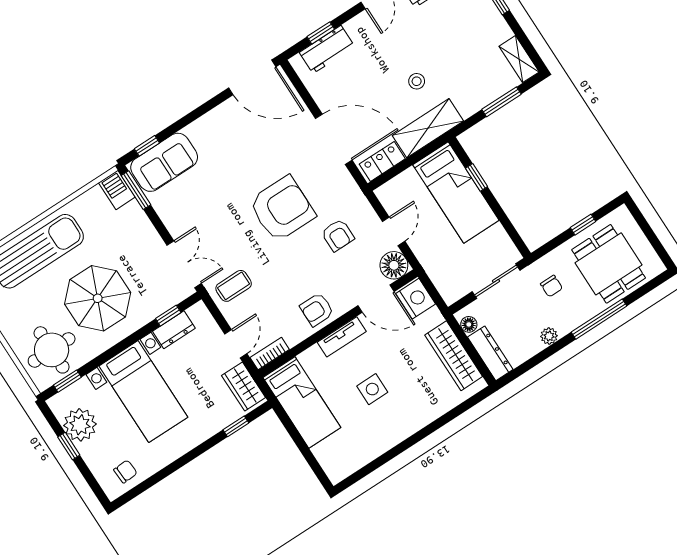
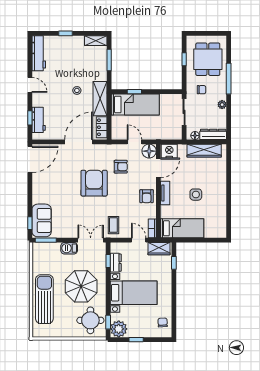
barbecue: (117, 190) -> (69, 248), moved
dining table: (609, 264) -> (208, 59), turned 90
plant: (80, 425) -> (119, 329), moved

